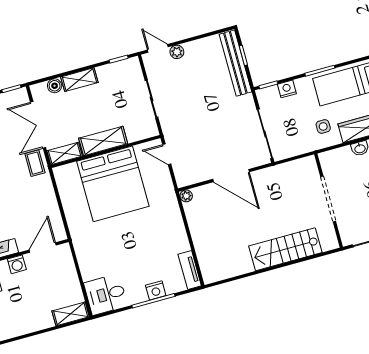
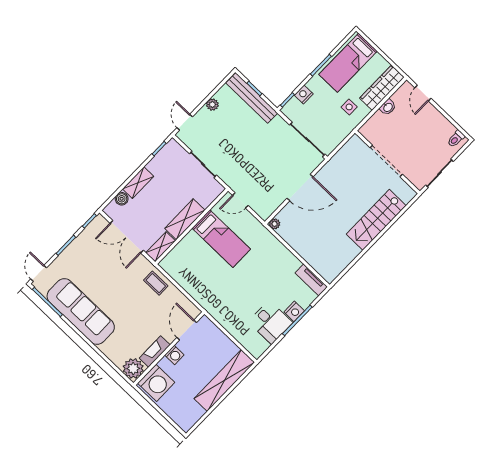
door: (158, 48) -> (185, 122), hinge flipped
plant: (177, 52) -> (212, 105), moved
coffee table: (35, 163) -> (156, 283), moved
bed: (113, 184) -> (221, 239), width x0.49
desk: (106, 294) -> (270, 322), moved, turned -90
shelving: (71, 314) -> (224, 381), width x2.20, depth x1.33

